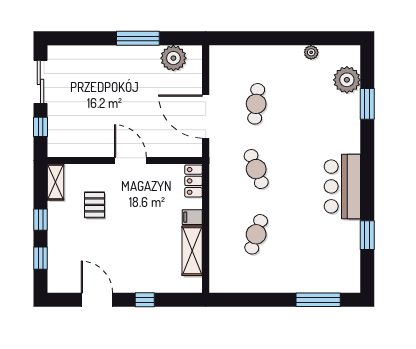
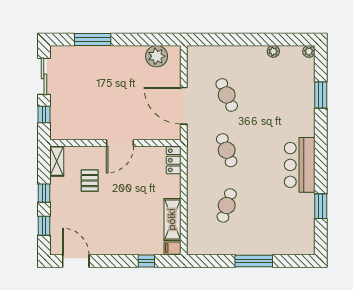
window: (138, 38) -> (93, 39), moved
plant: (347, 80) -> (309, 51), moved, width x0.53, depth x0.53
cafe table: (256, 104) -> (227, 95), turned -30
door: (130, 160) -> (120, 143), swing flipped
filing cabinet: (192, 217) -> (173, 248), moved
door: (97, 300) -> (76, 261), moved
window: (145, 300) -> (146, 261), moved
window: (318, 300) -> (254, 261), moved

